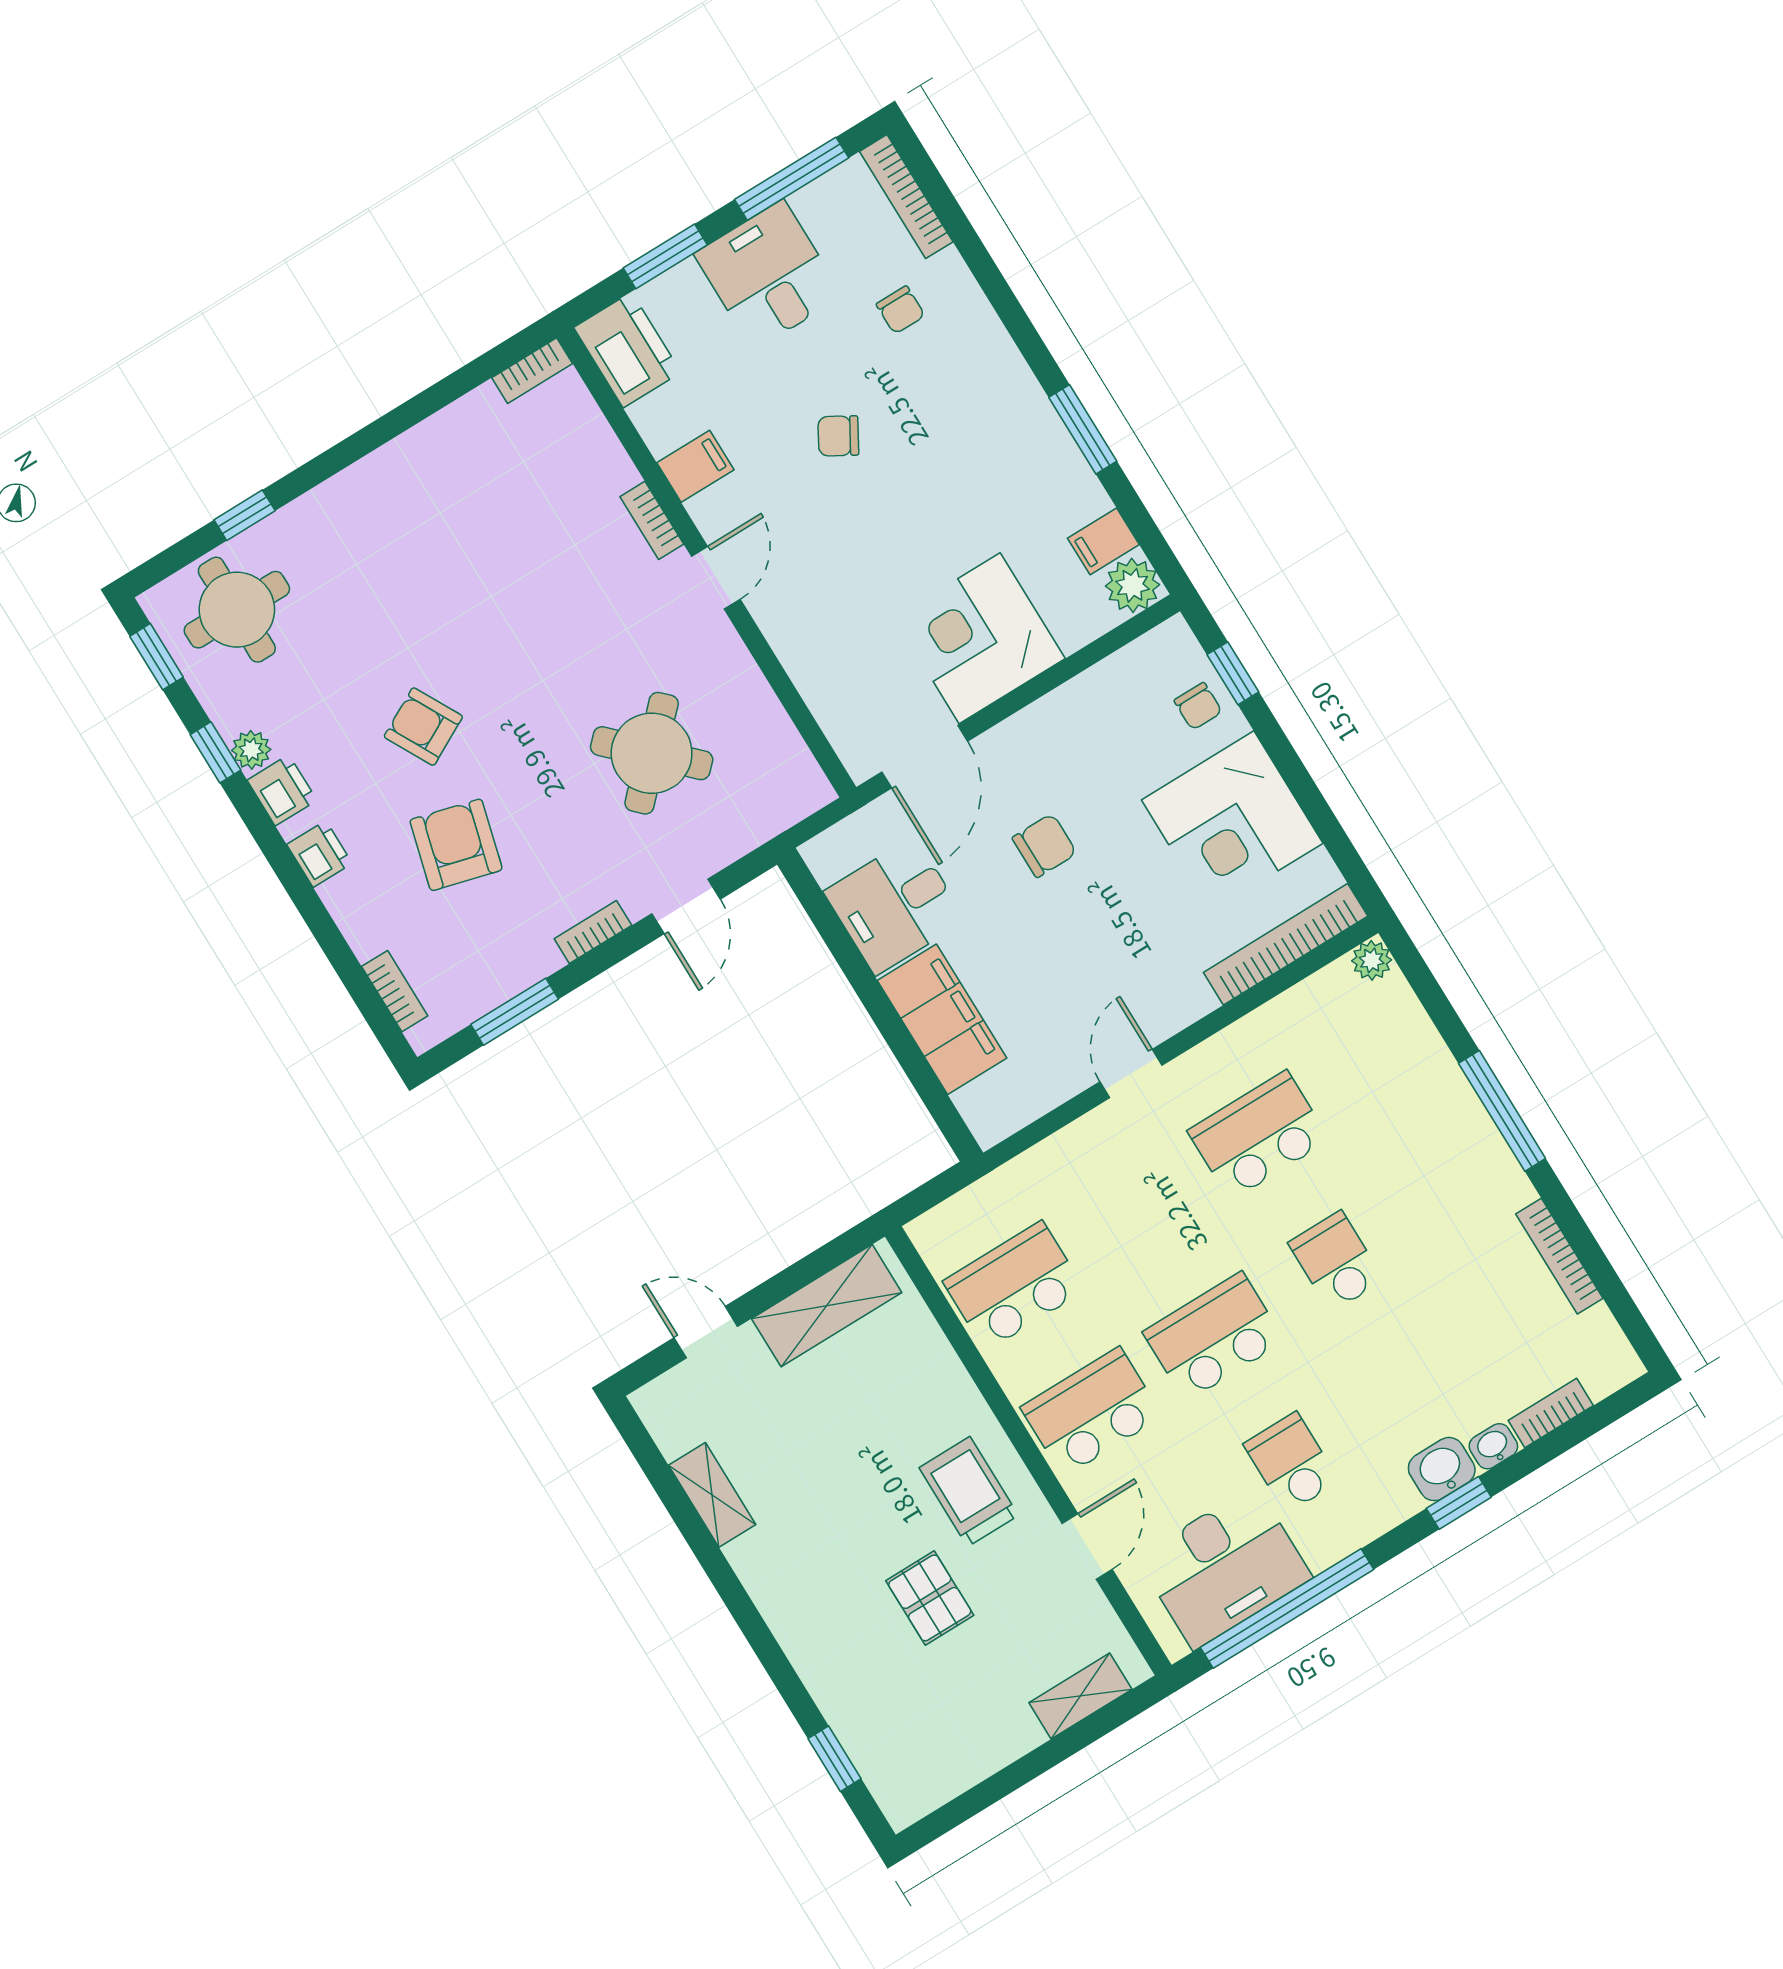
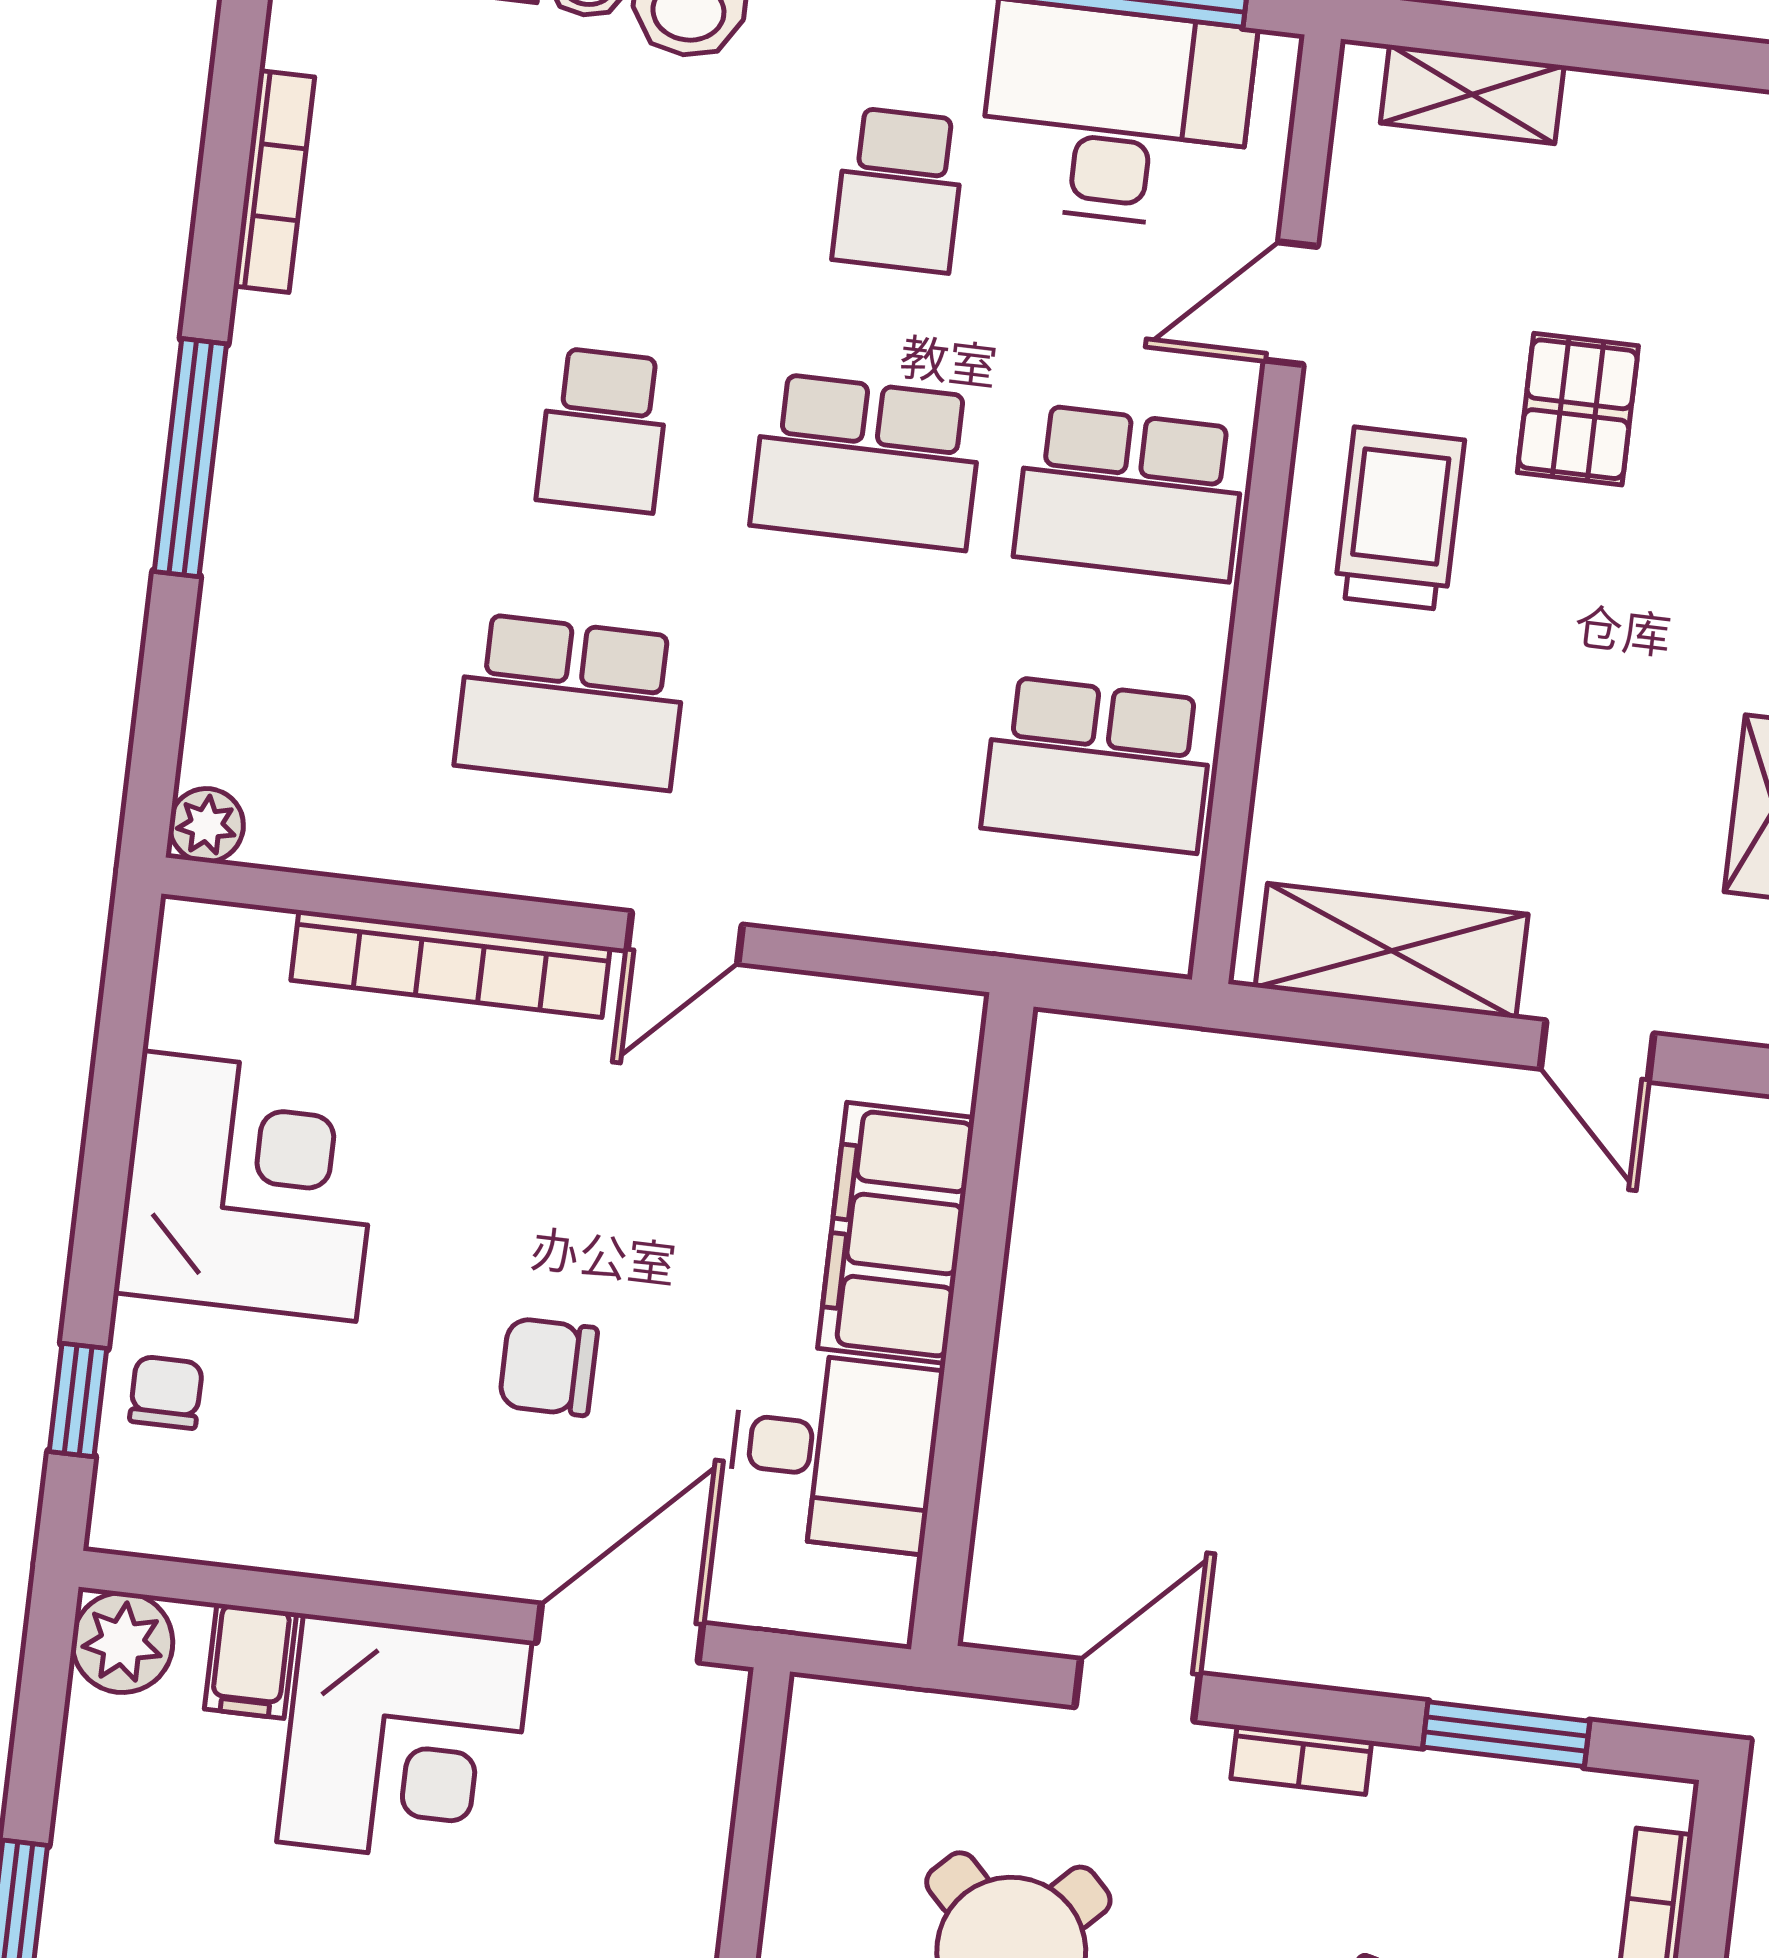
filing cabinet: (1103, 541) -> (250, 1661), moved, turned 90
bookcase: (1286, 944) -> (451, 964), moved
trolley: (969, 1492) -> (1399, 518), turned 180

